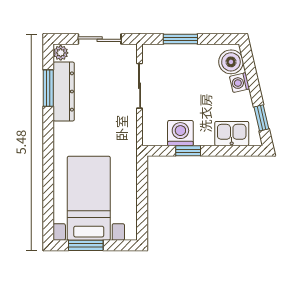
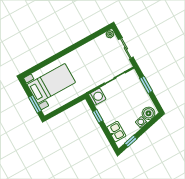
window: (48, 88) -> (91, 37), removed
dresser: (64, 91) -> (93, 45), removed
washing machine: (180, 133) -> (97, 97), moved
window: (86, 245) -> (35, 104), moved

